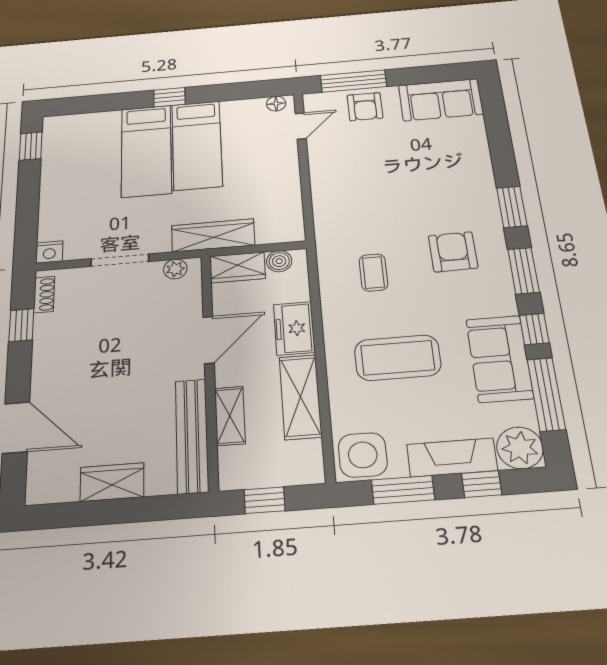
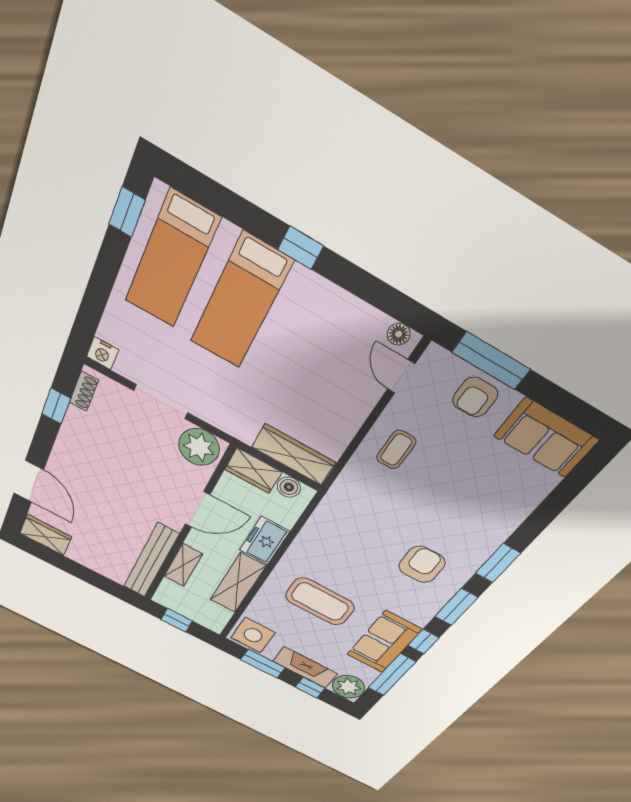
door: (301, 126) -> (401, 376), swing flipped
bed: (197, 145) -> (172, 260), moved
wardrobe: (213, 235) -> (294, 455), moved
plant: (175, 269) -> (199, 447), width x1.88, depth x1.88
coffee table: (373, 273) -> (396, 450), moved
wardrobe: (112, 482) -> (46, 535), moved

